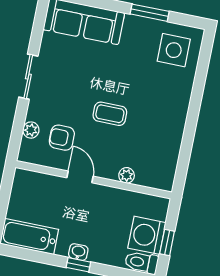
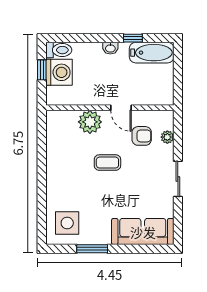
plant: (127, 175) -> (90, 122), width x1.87, depth x1.87
window: (78, 265) -> (133, 38), moved

